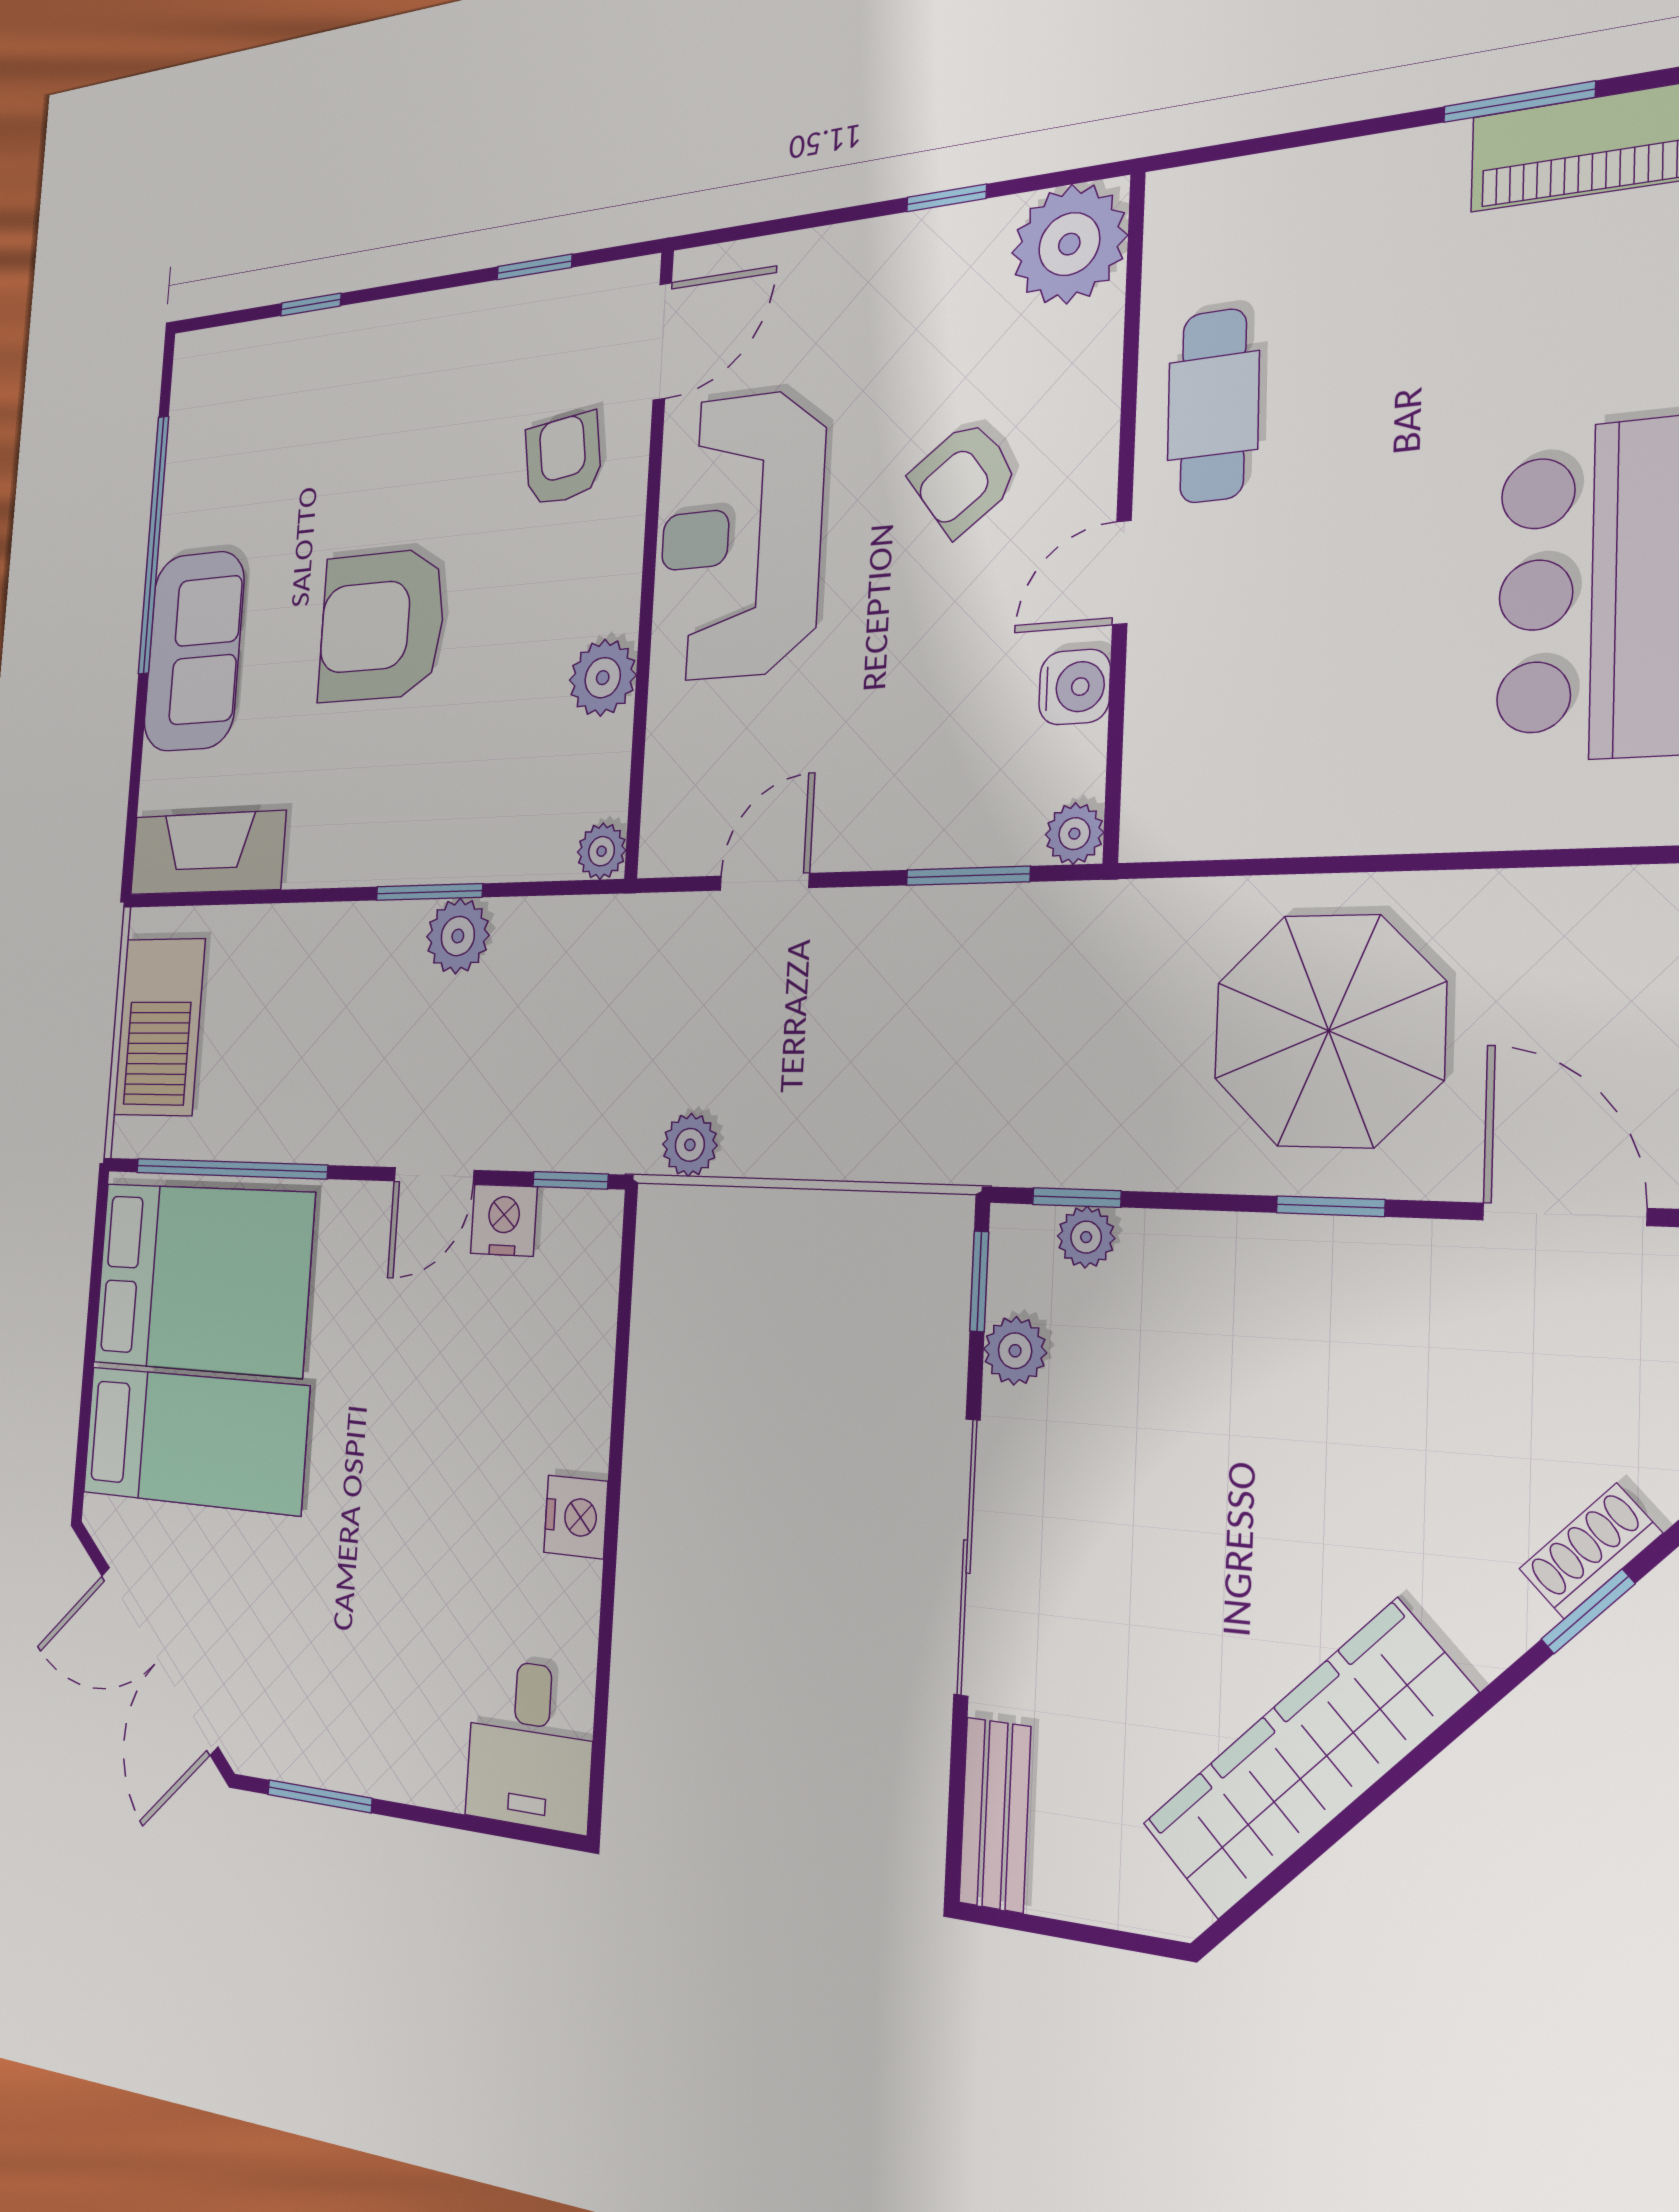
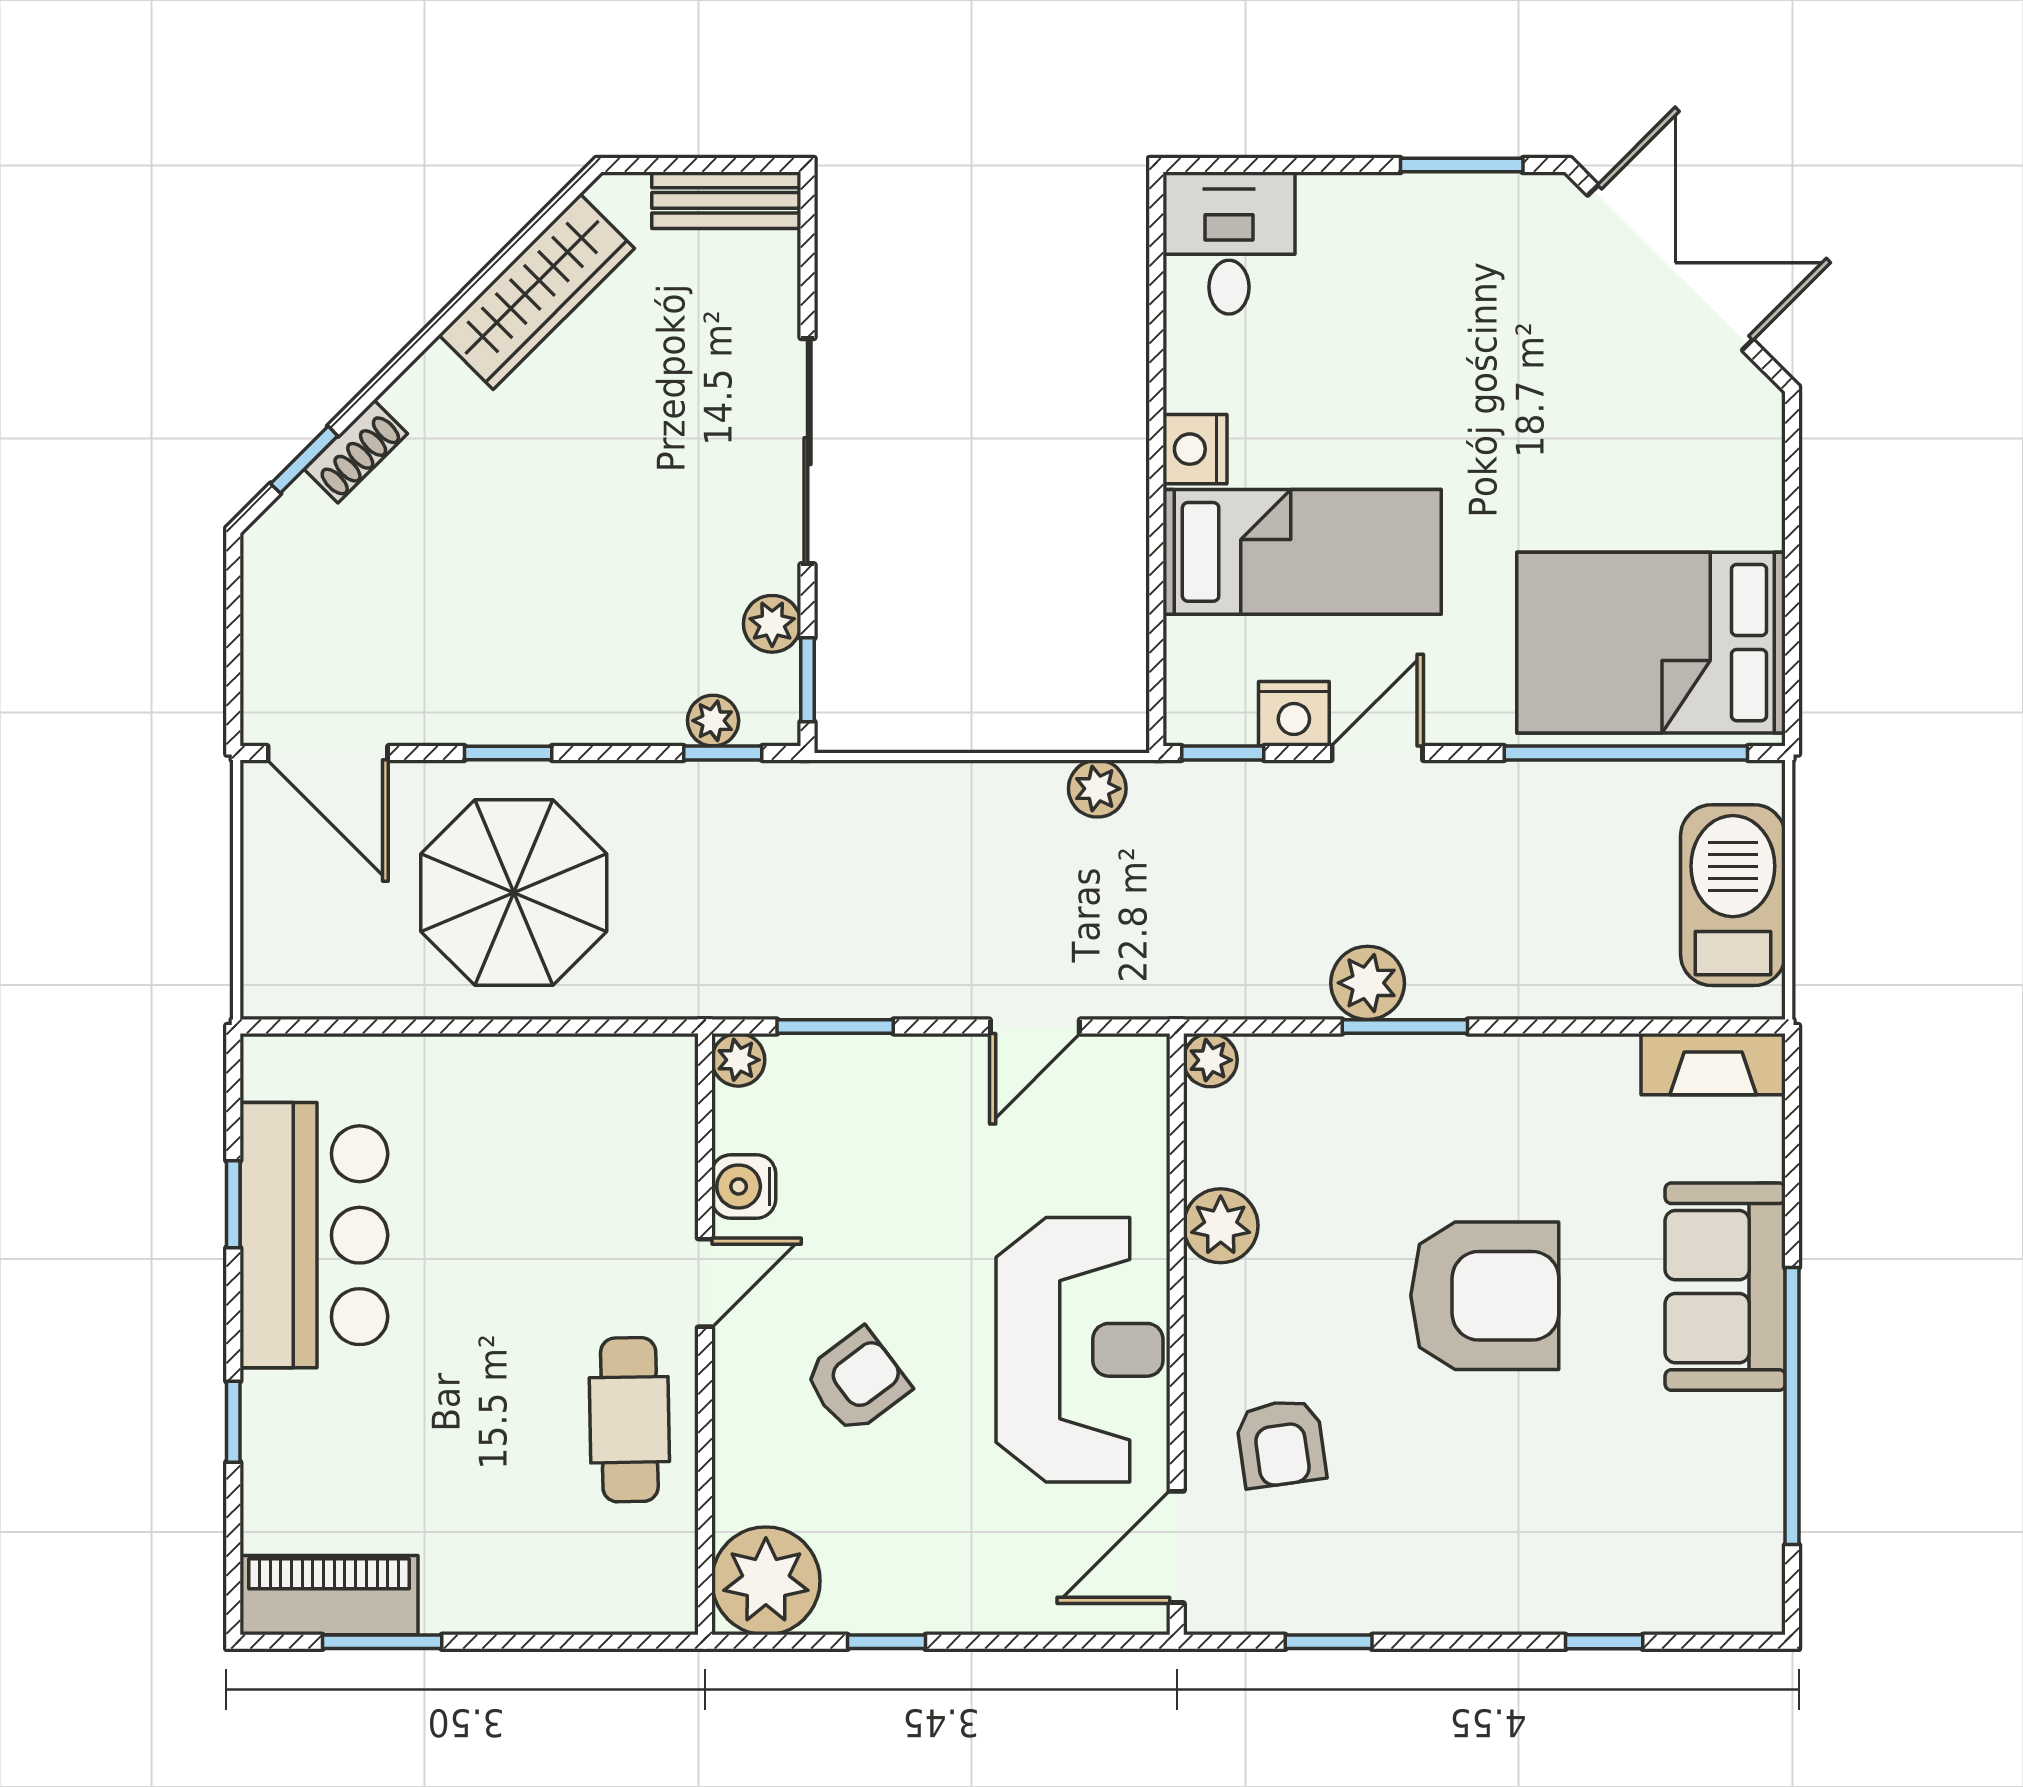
fireplace: (207, 853) -> (1713, 1064), width x0.73, depth x0.76
bed: (194, 1440) -> (1302, 552), moved, turned 180
shoe rack: (1590, 1551) -> (356, 451), moved
wardrobe: (1307, 1760) -> (537, 292), width x0.71, depth x0.85
bench: (995, 1815) -> (726, 200), moved, turned 90

